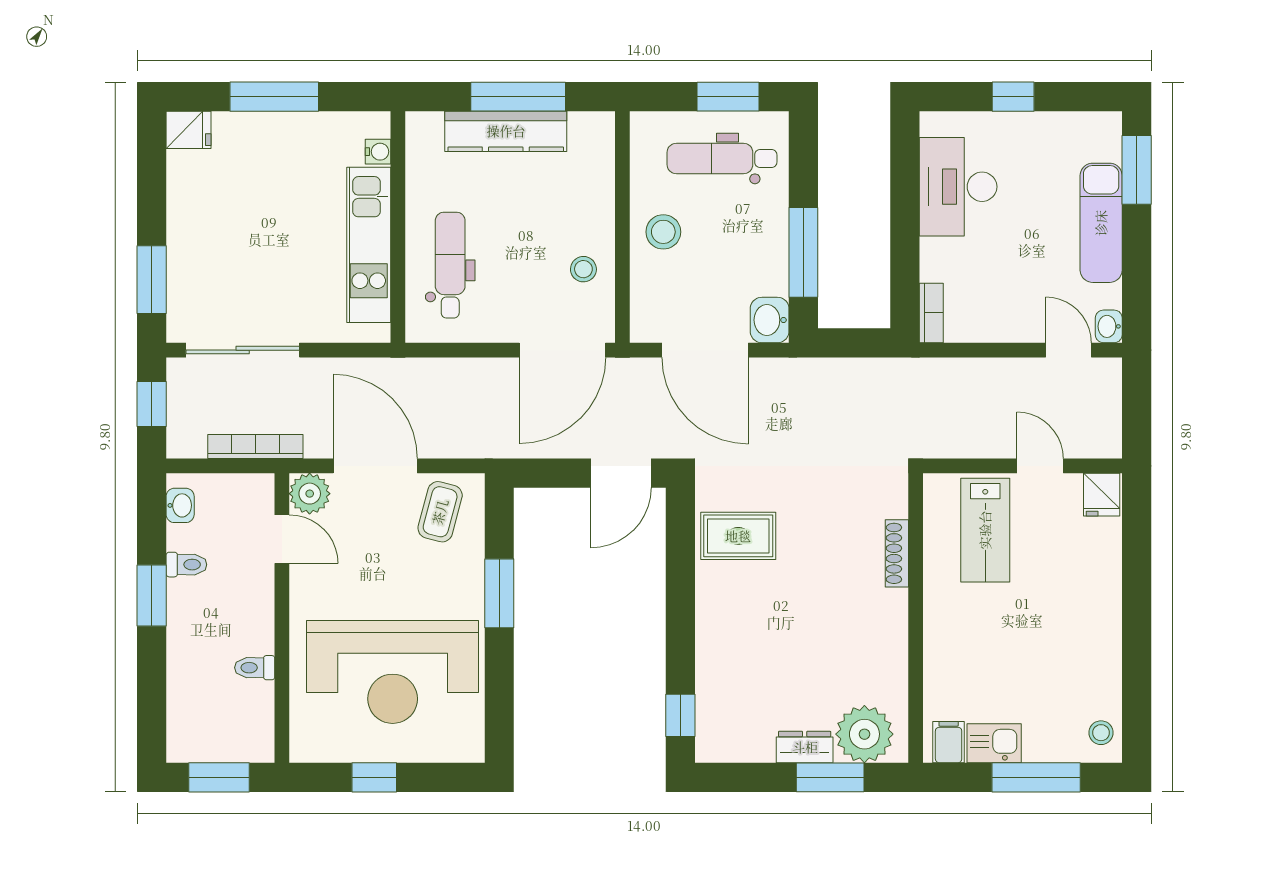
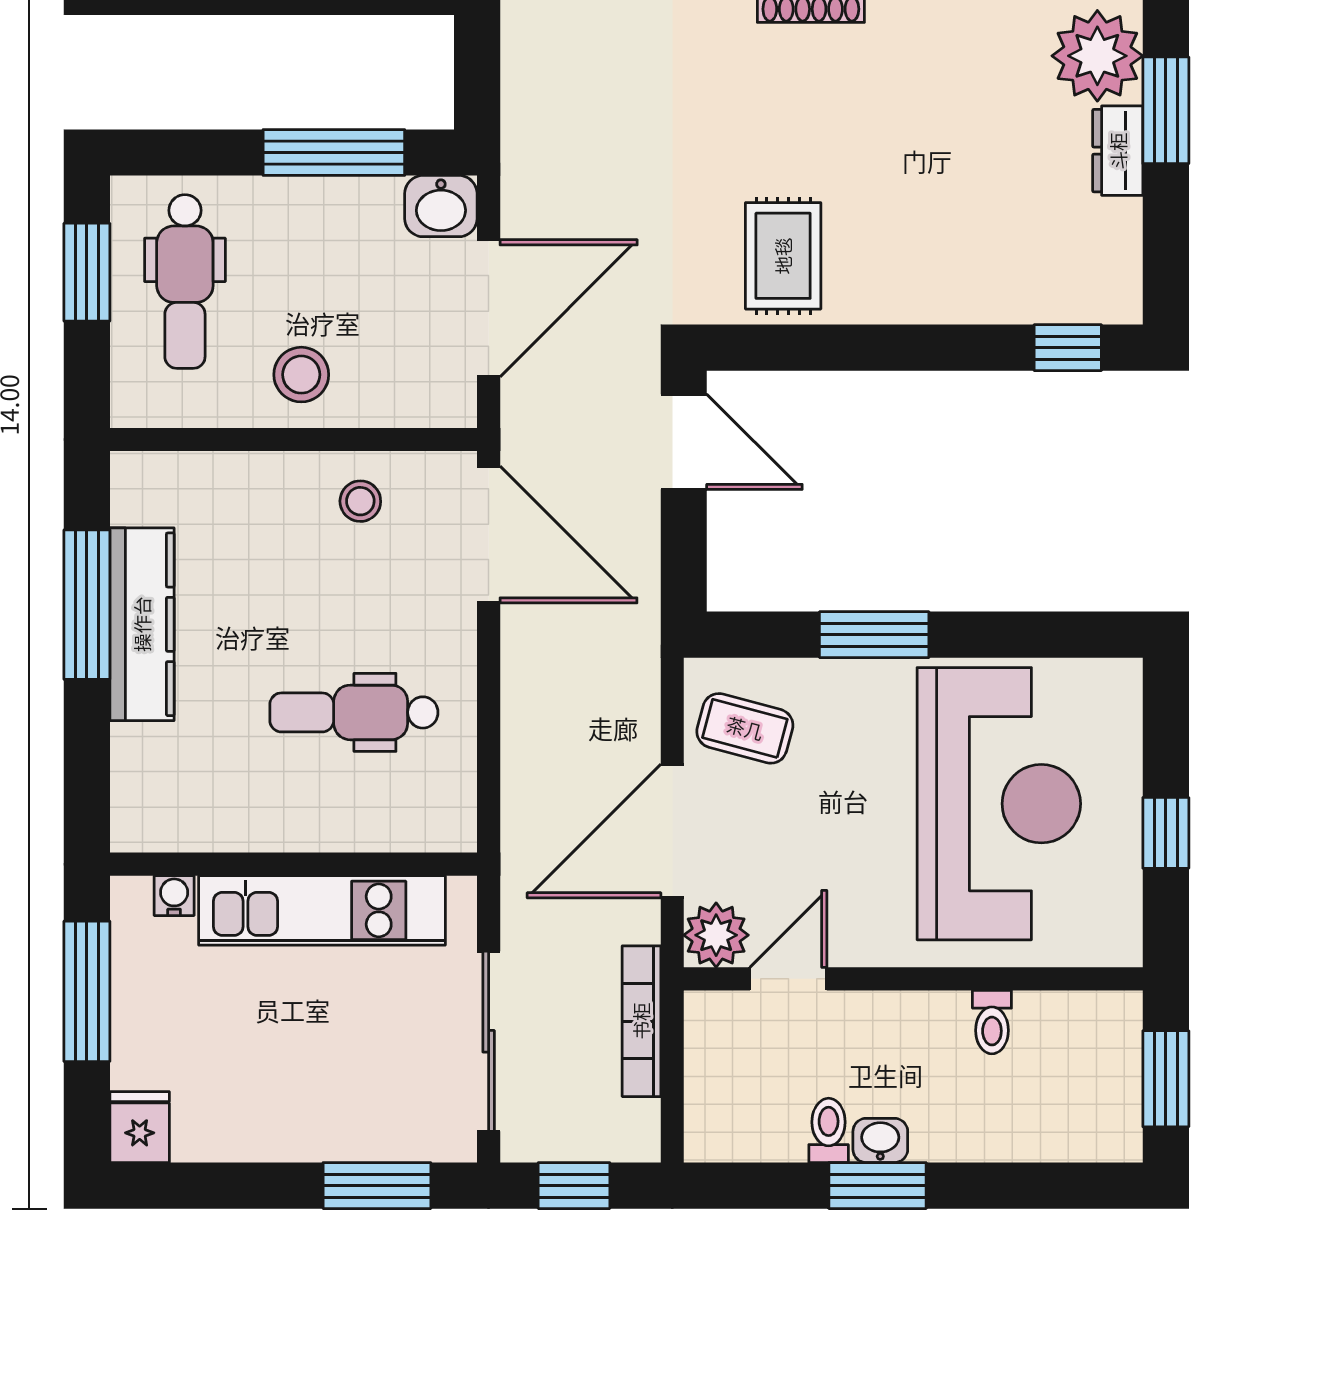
water cooler: (378, 152) -> (174, 896), moved
wall: (398, 227) -> (293, 864), moved
kitchen unit: (369, 245) -> (322, 910), moved
washbasin: (180, 505) -> (880, 1140), moved

